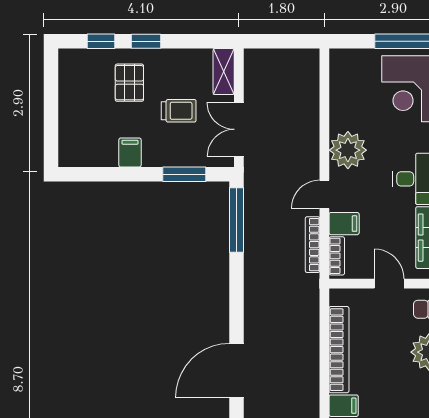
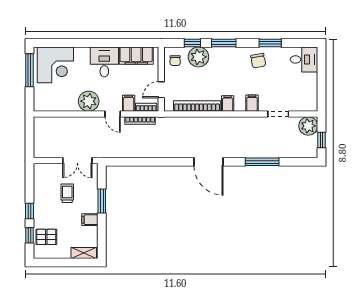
shelving: (224, 72) -> (84, 253), moved
pallet: (129, 83) -> (46, 237), moved
window: (184, 174) -> (102, 201), moved
window: (236, 220) -> (127, 162), removed
door: (389, 284) -> (161, 90), moved

